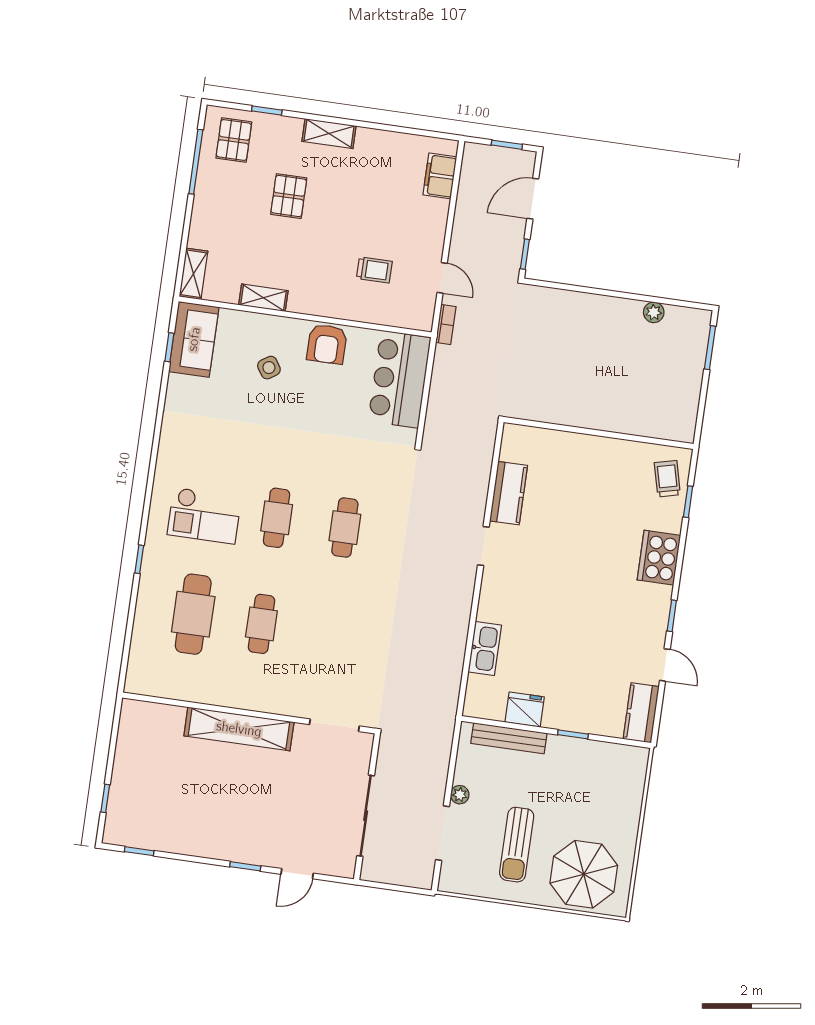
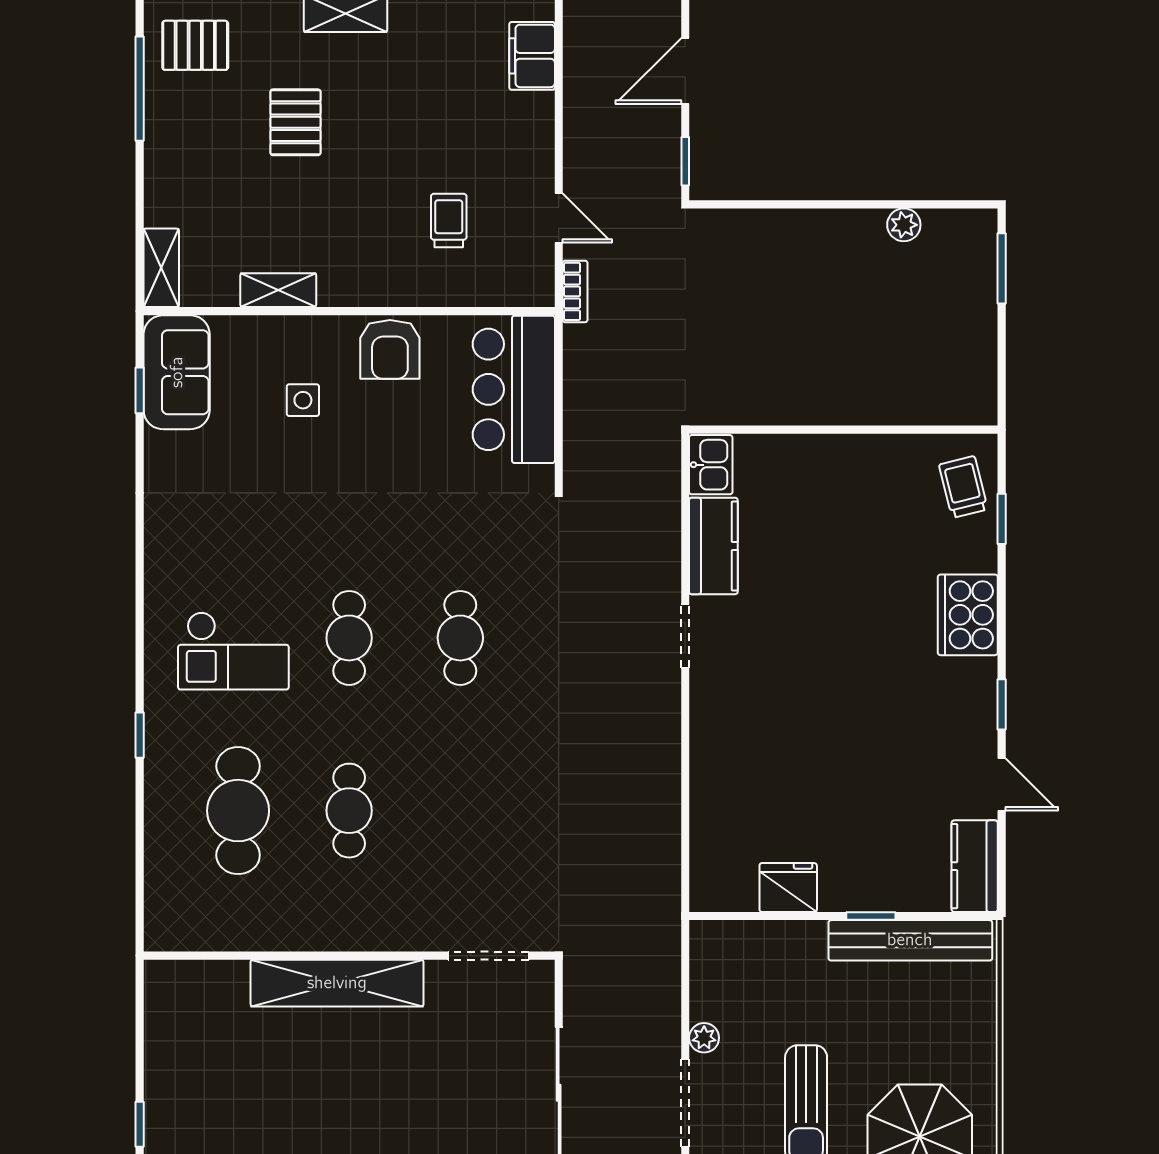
pallet: (234, 140) -> (195, 45), turned 90
trolley: (374, 270) -> (449, 220), turned -90
side table: (269, 368) -> (303, 400), turned 33
kitchen sink: (485, 649) -> (711, 465), moved, width x0.73
bench: (509, 738) -> (910, 940), moved, width x1.37, depth x1.21

